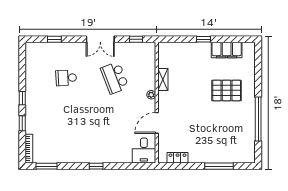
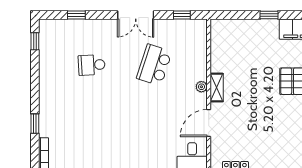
school desk: (115, 78) -> (154, 65), turned 39
shelving: (163, 80) -> (217, 88), moved
window: (22, 98) -> (35, 41), moved

